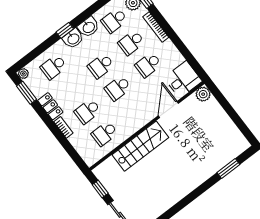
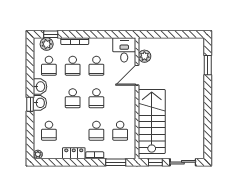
window: (27, 93) -> (116, 162), moved
plant: (203, 94) -> (144, 56), moved
door: (168, 110) -> (137, 75), hinge flipped
stairs: (140, 146) -> (152, 121), width x1.36, depth x1.51

